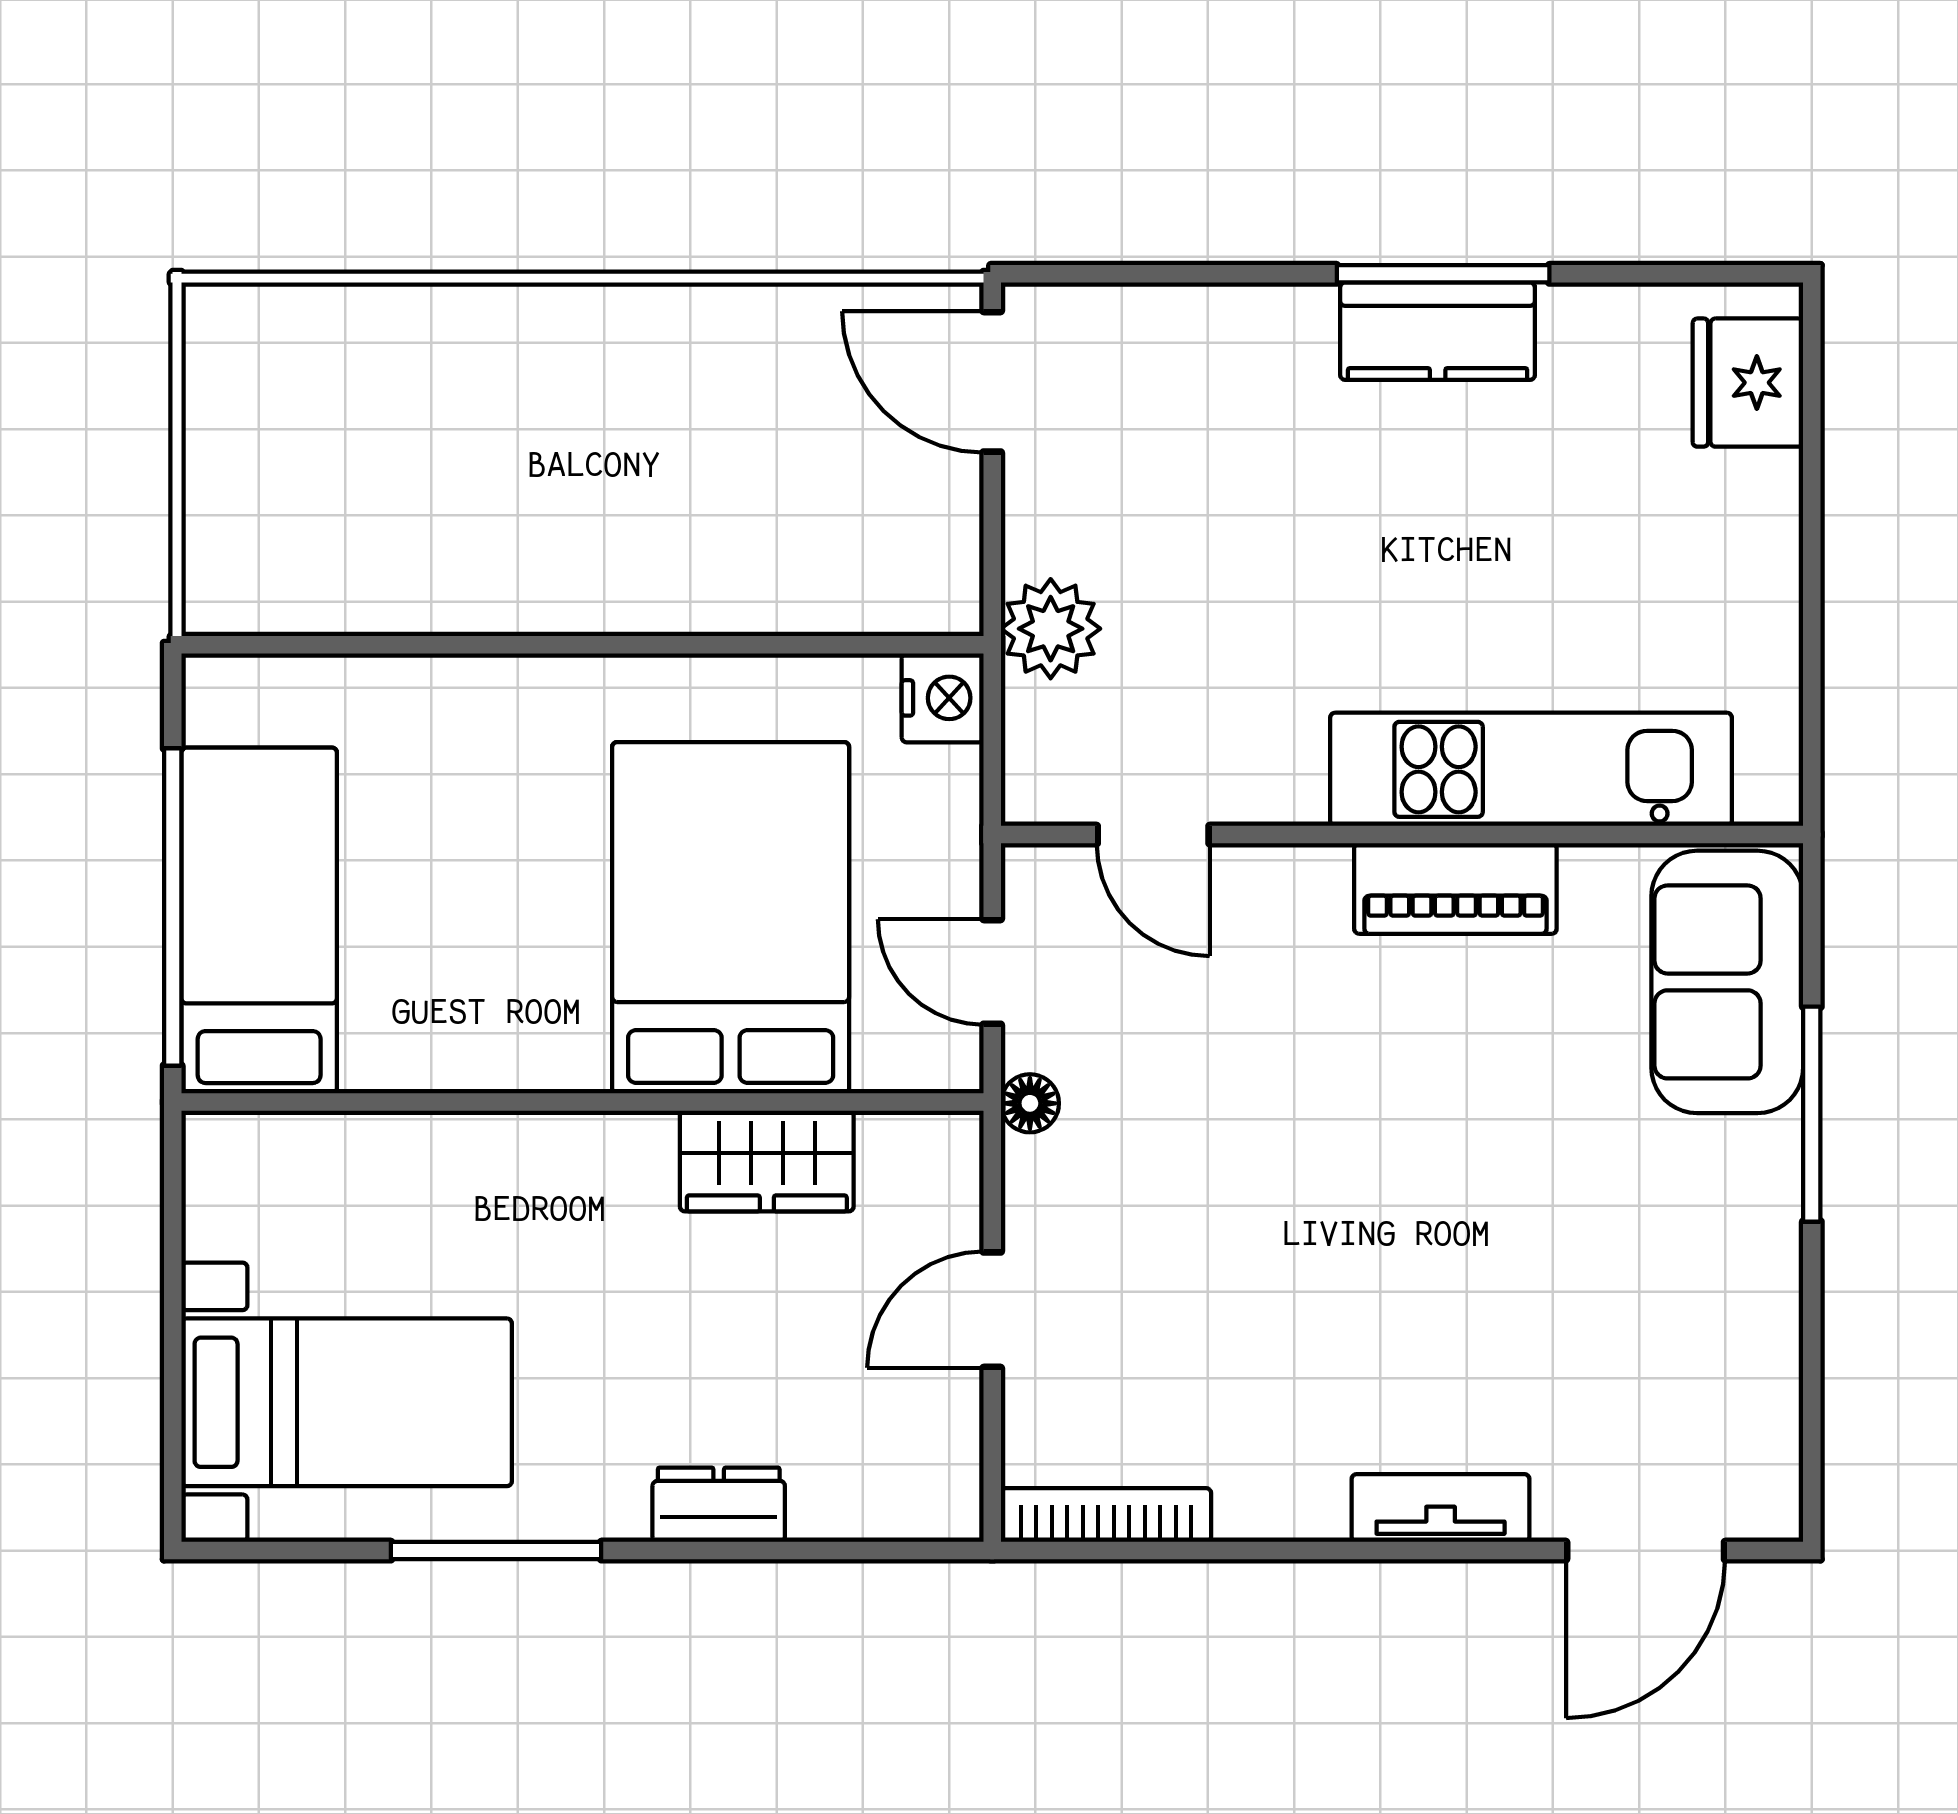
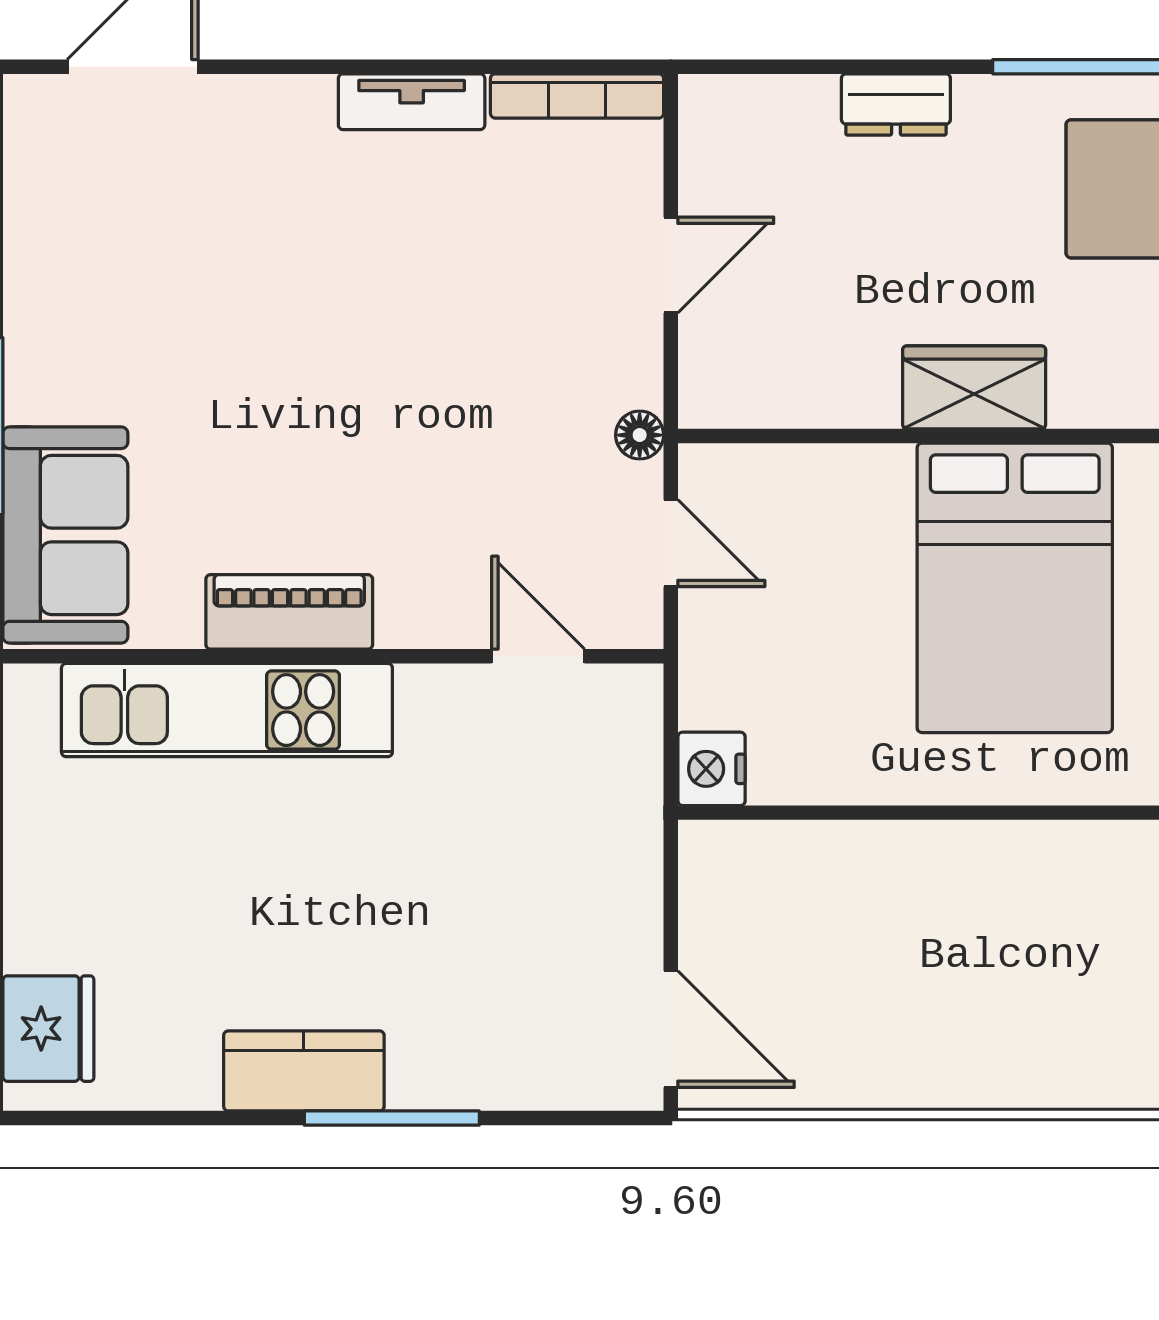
window: (1443, 274) -> (392, 1118), moved
plant: (1051, 629) -> (623, 826), removed
bed: (731, 918) -> (1015, 588), moved
wardrobe: (767, 1161) -> (974, 387), moved
tv unit: (1441, 1508) -> (412, 102), moved

